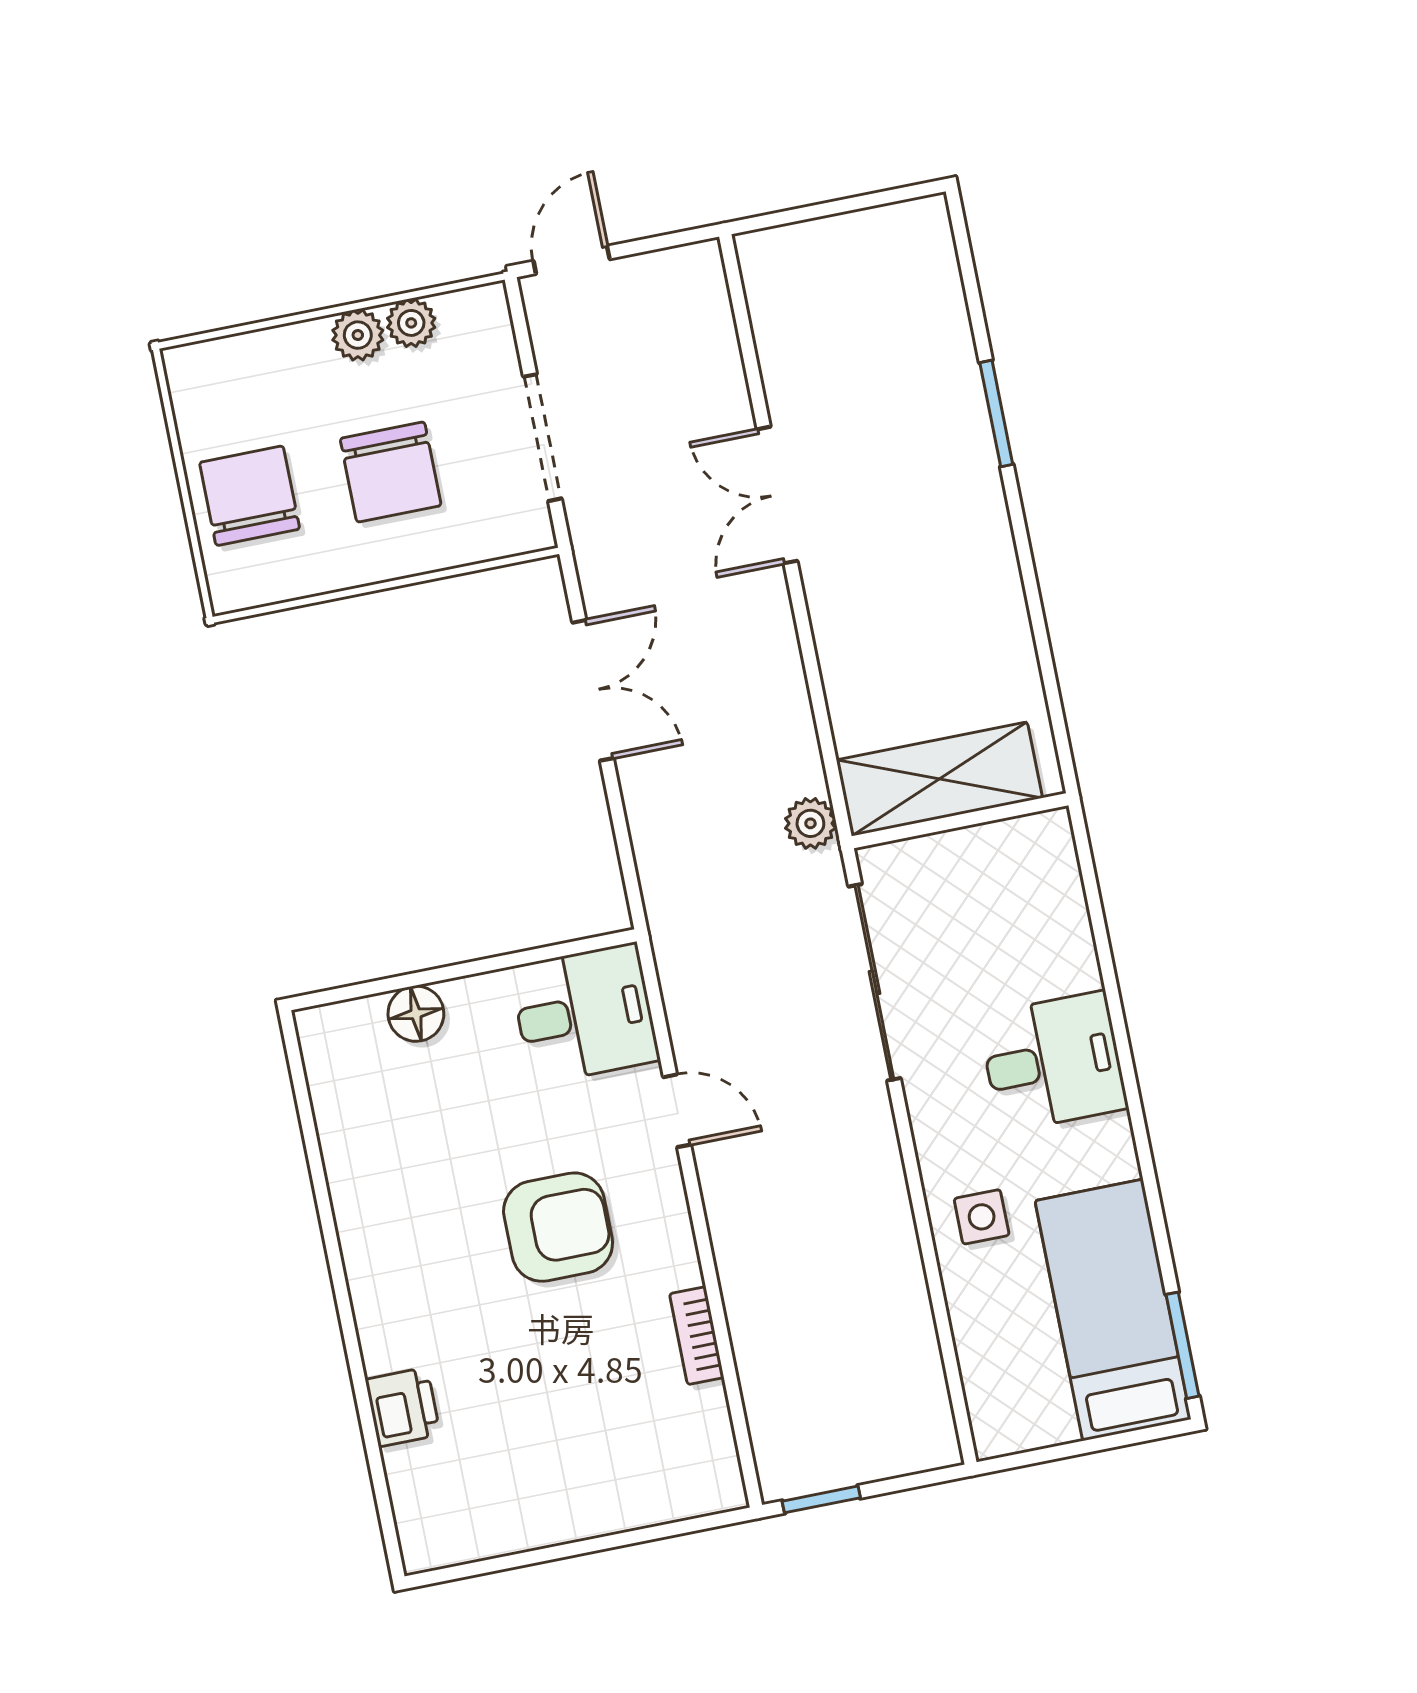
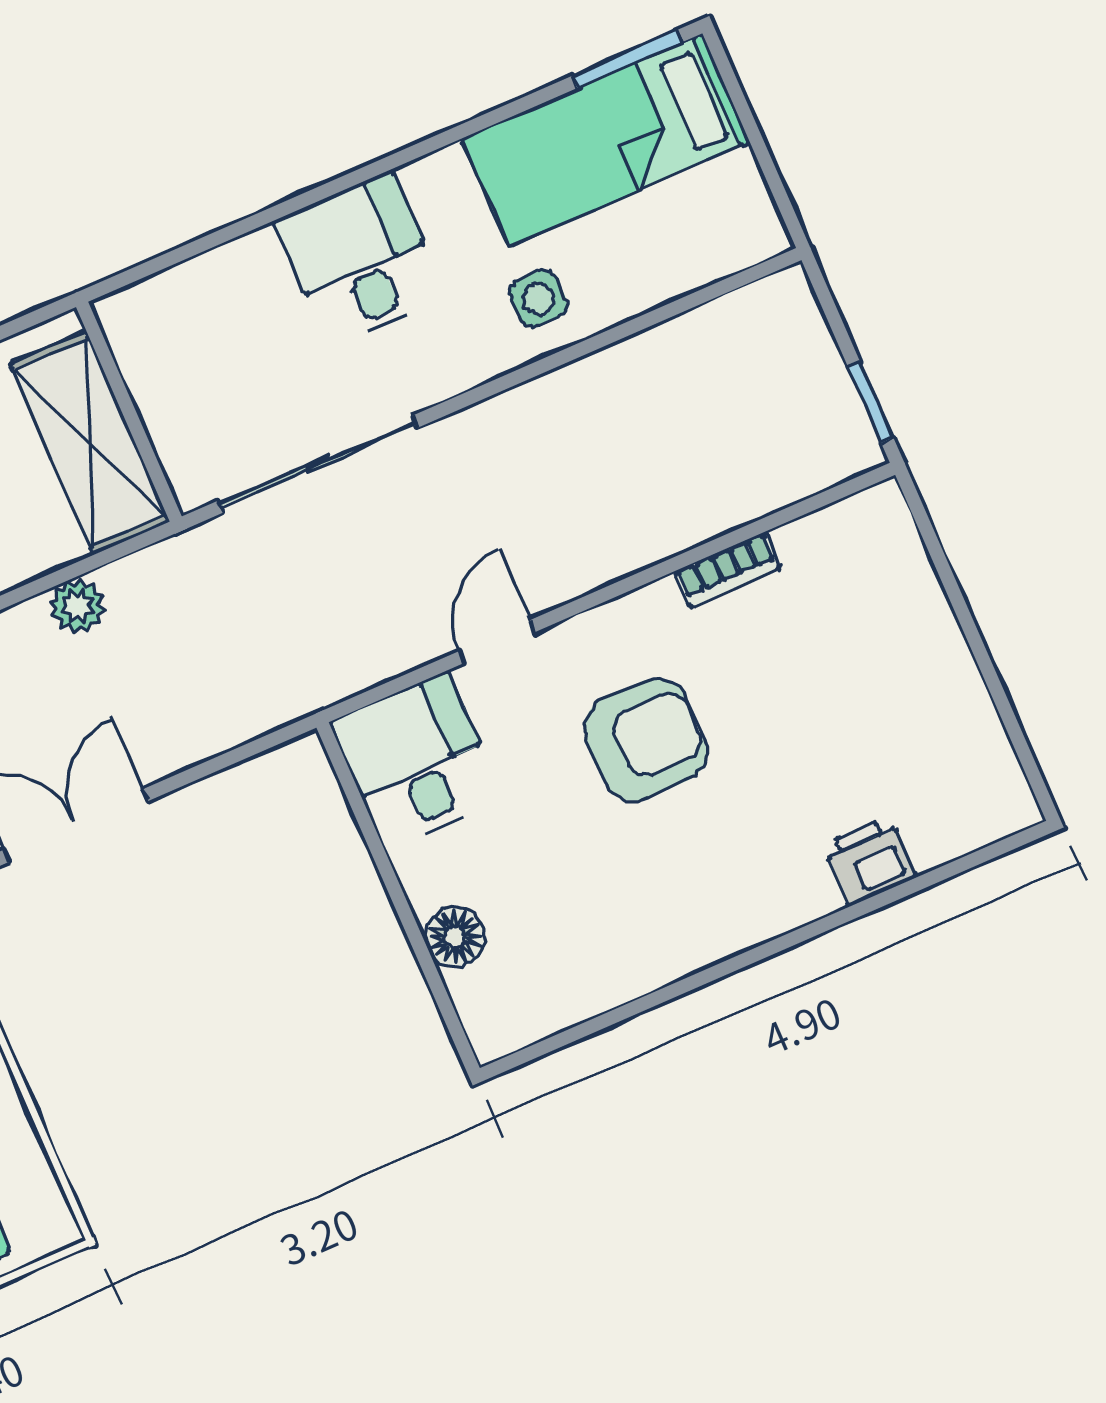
plant: (810, 823) -> (78, 606), moved
armchair: (558, 1227) -> (646, 740), turned 90

